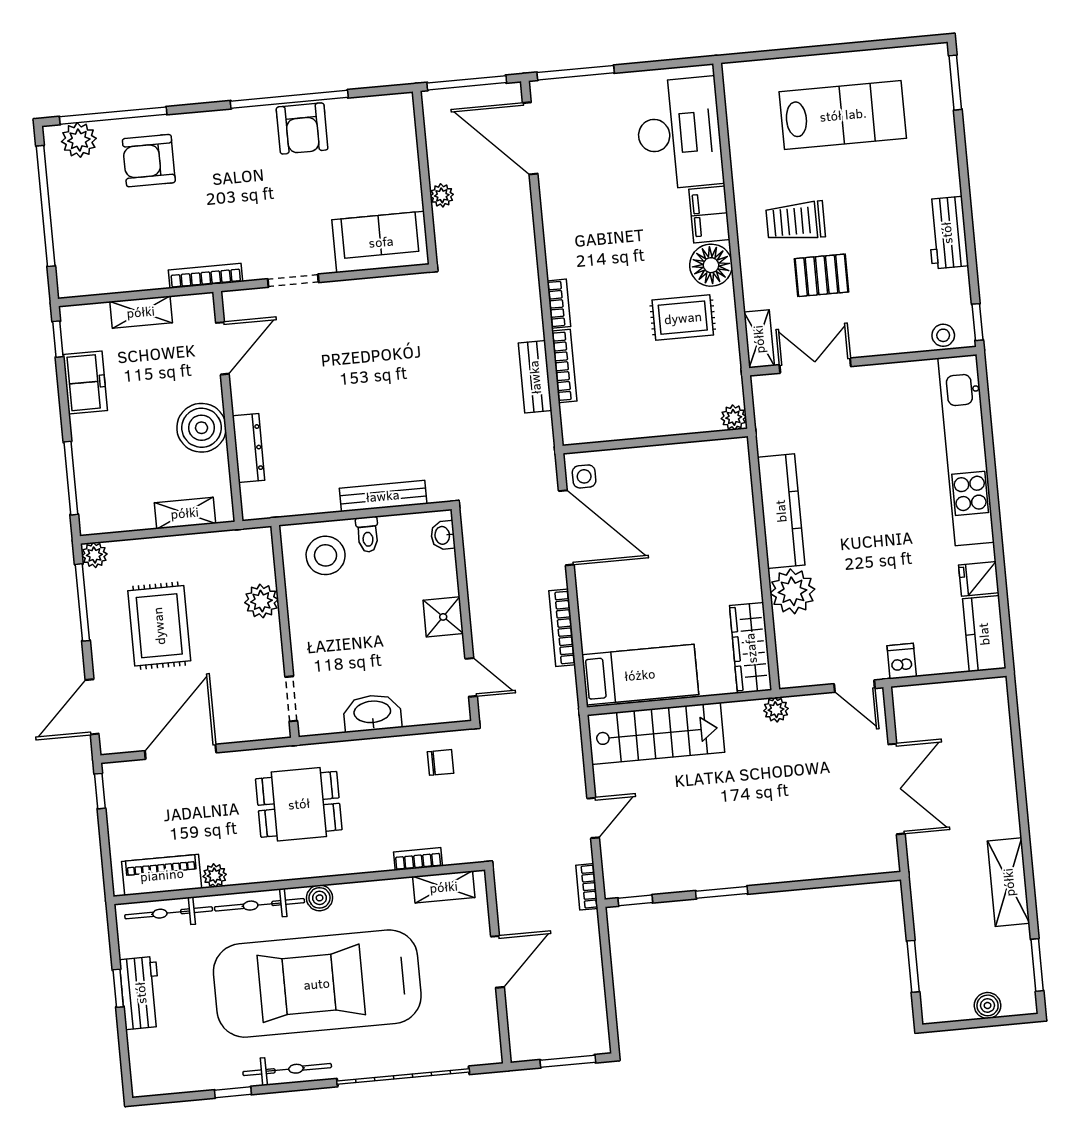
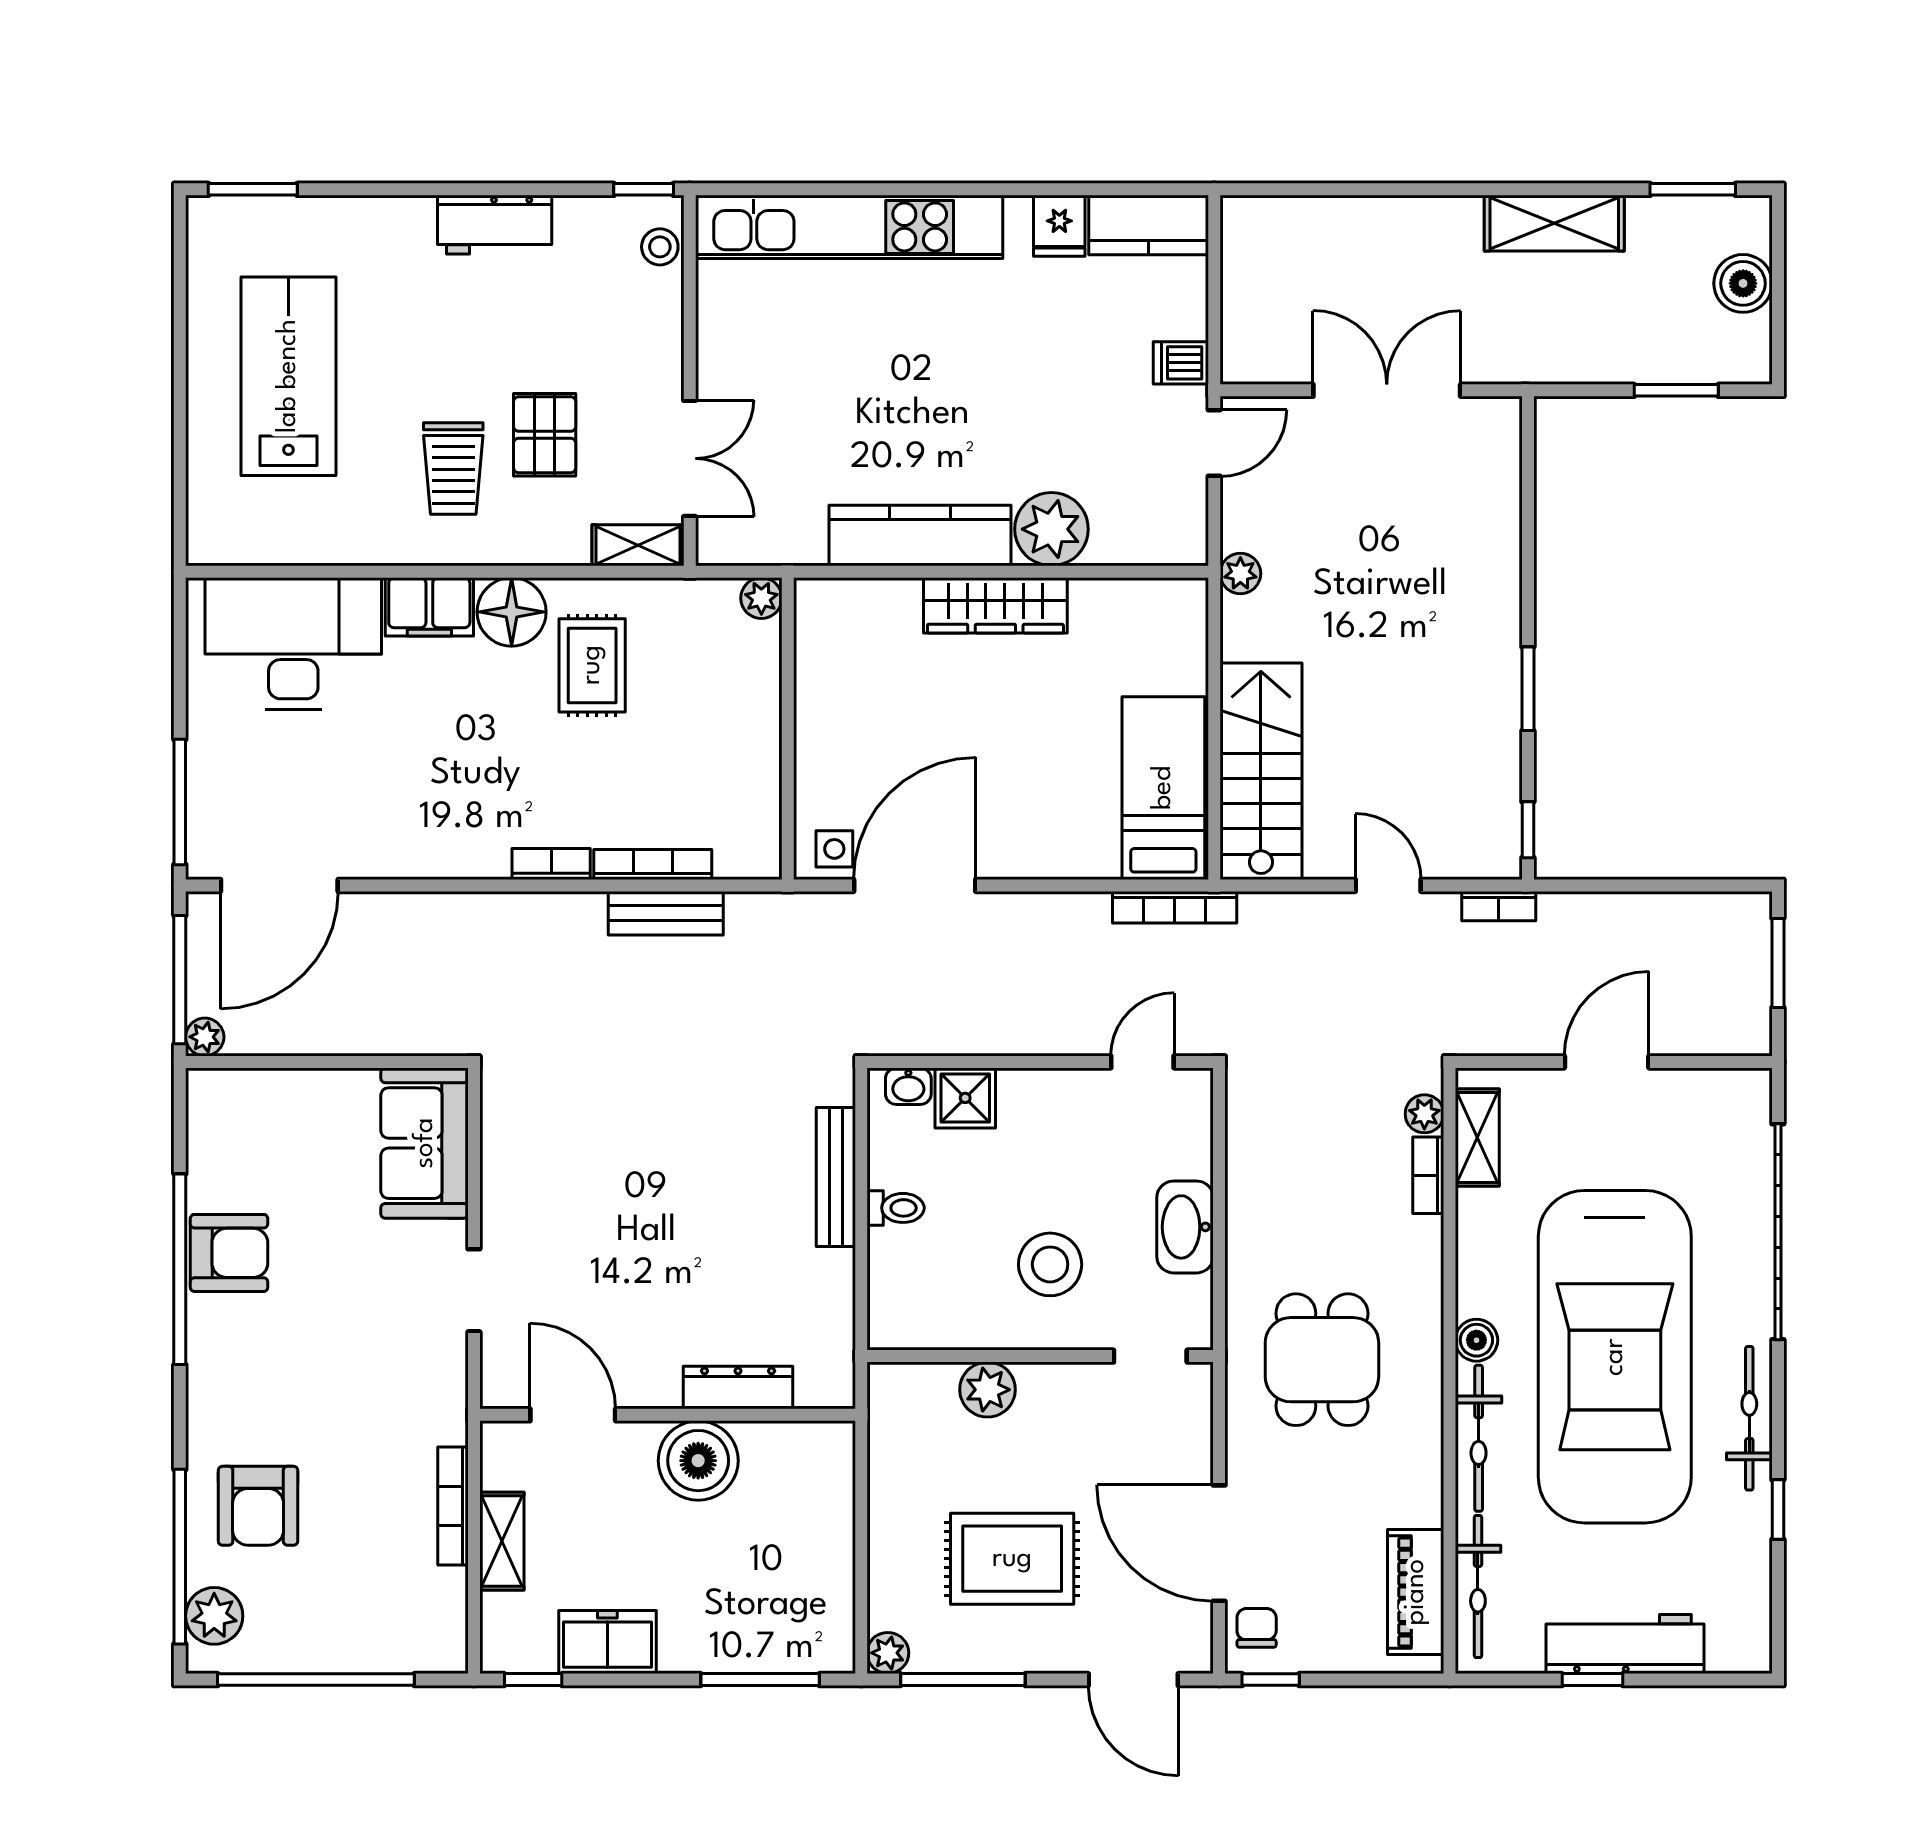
plant: (442, 195) -> (205, 1037), moved
bookcase: (206, 276) -> (453, 1506), moved
double door: (815, 366) -> (690, 458), swing flipped
shelving: (185, 513) -> (834, 1500), removed
stool: (326, 555) -> (1050, 1264), moved
shower: (443, 617) -> (965, 1098), moved
bookcase: (562, 628) -> (1175, 907), moved
wardrobe: (751, 648) -> (995, 605), moved
chair: (441, 762) -> (1257, 1628), moved
plant: (215, 875) -> (1424, 1114), moved
door: (497, 962) -> (1607, 1062), hinge flipped
workbench: (141, 993) -> (1625, 1644), width x1.38
boiler: (988, 1005) -> (1743, 283), width x1.36, depth x1.36

